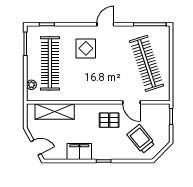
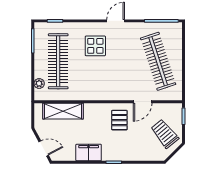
door: (132, 102) -> (143, 102), hinge flipped
pallet: (109, 120) -> (119, 120), turned 90
trolley: (141, 139) -> (165, 134), moved

